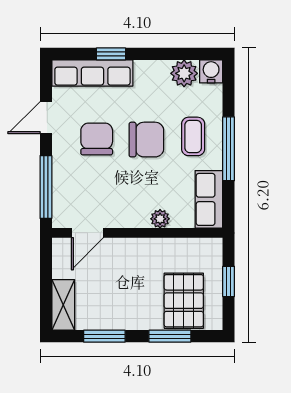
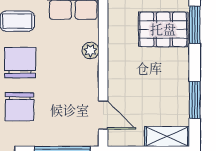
chair: (97, 139) -> (20, 107), turned -90
window: (170, 336) -> (195, 25), moved

